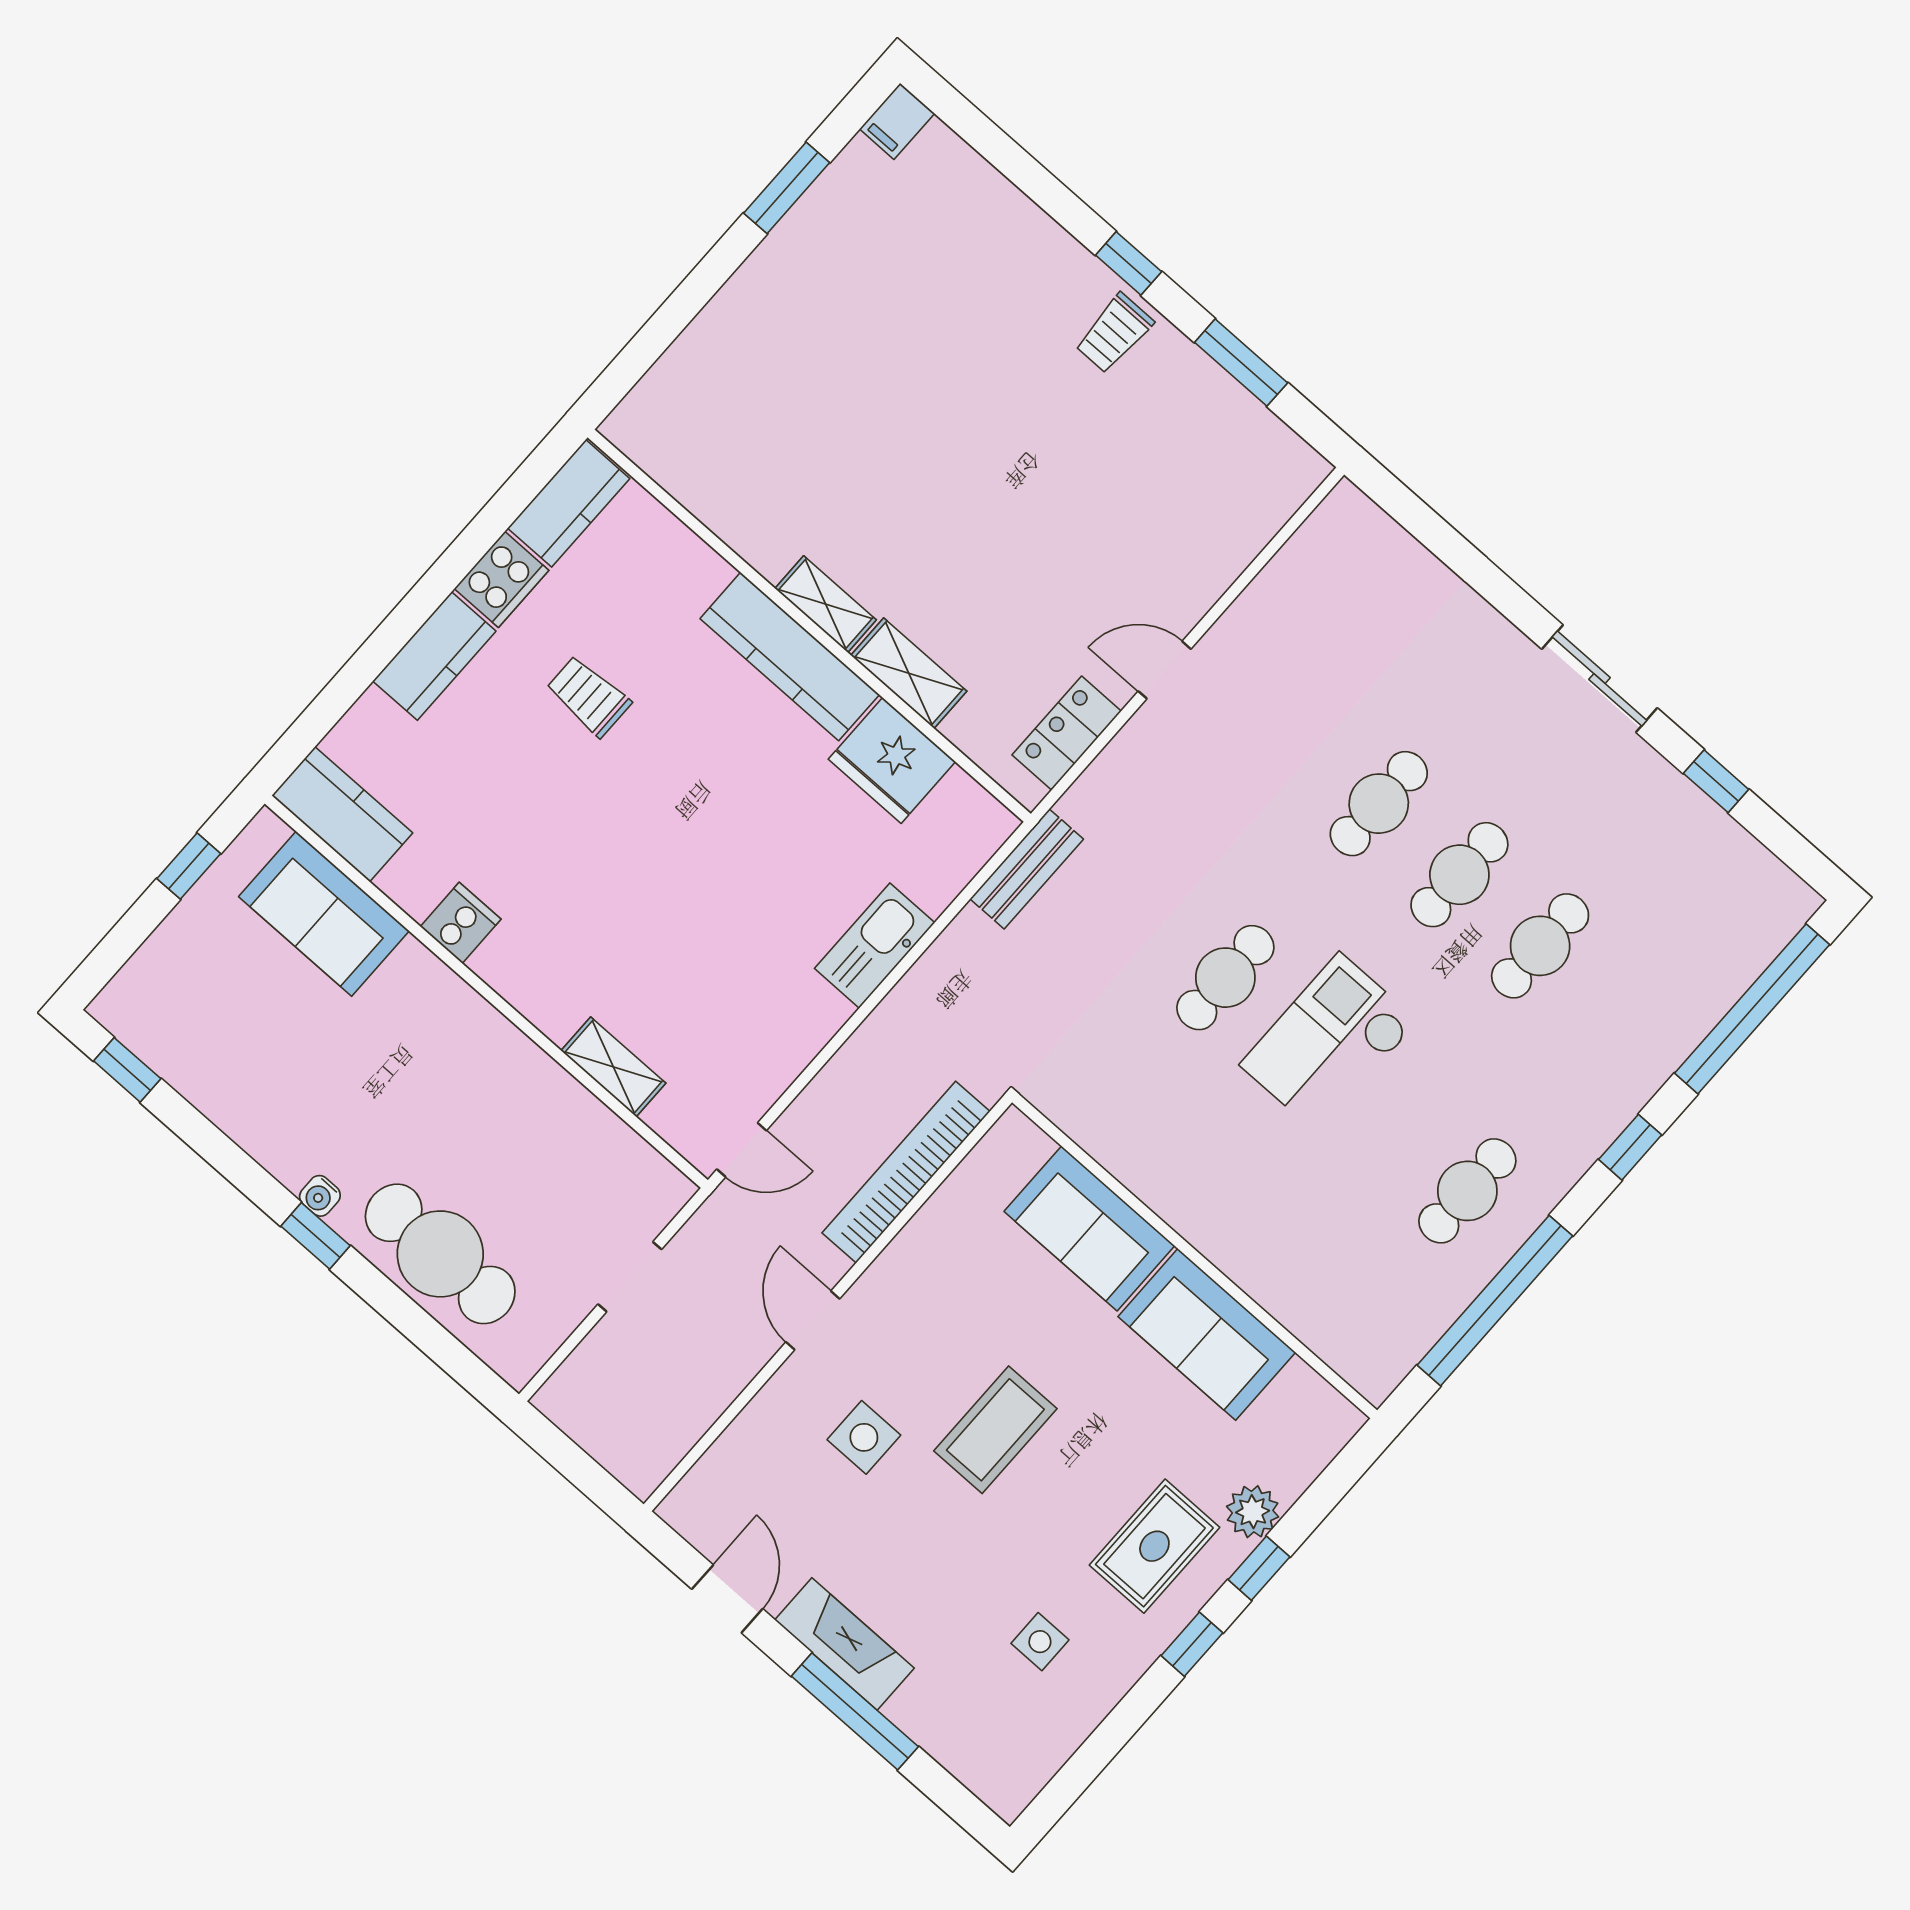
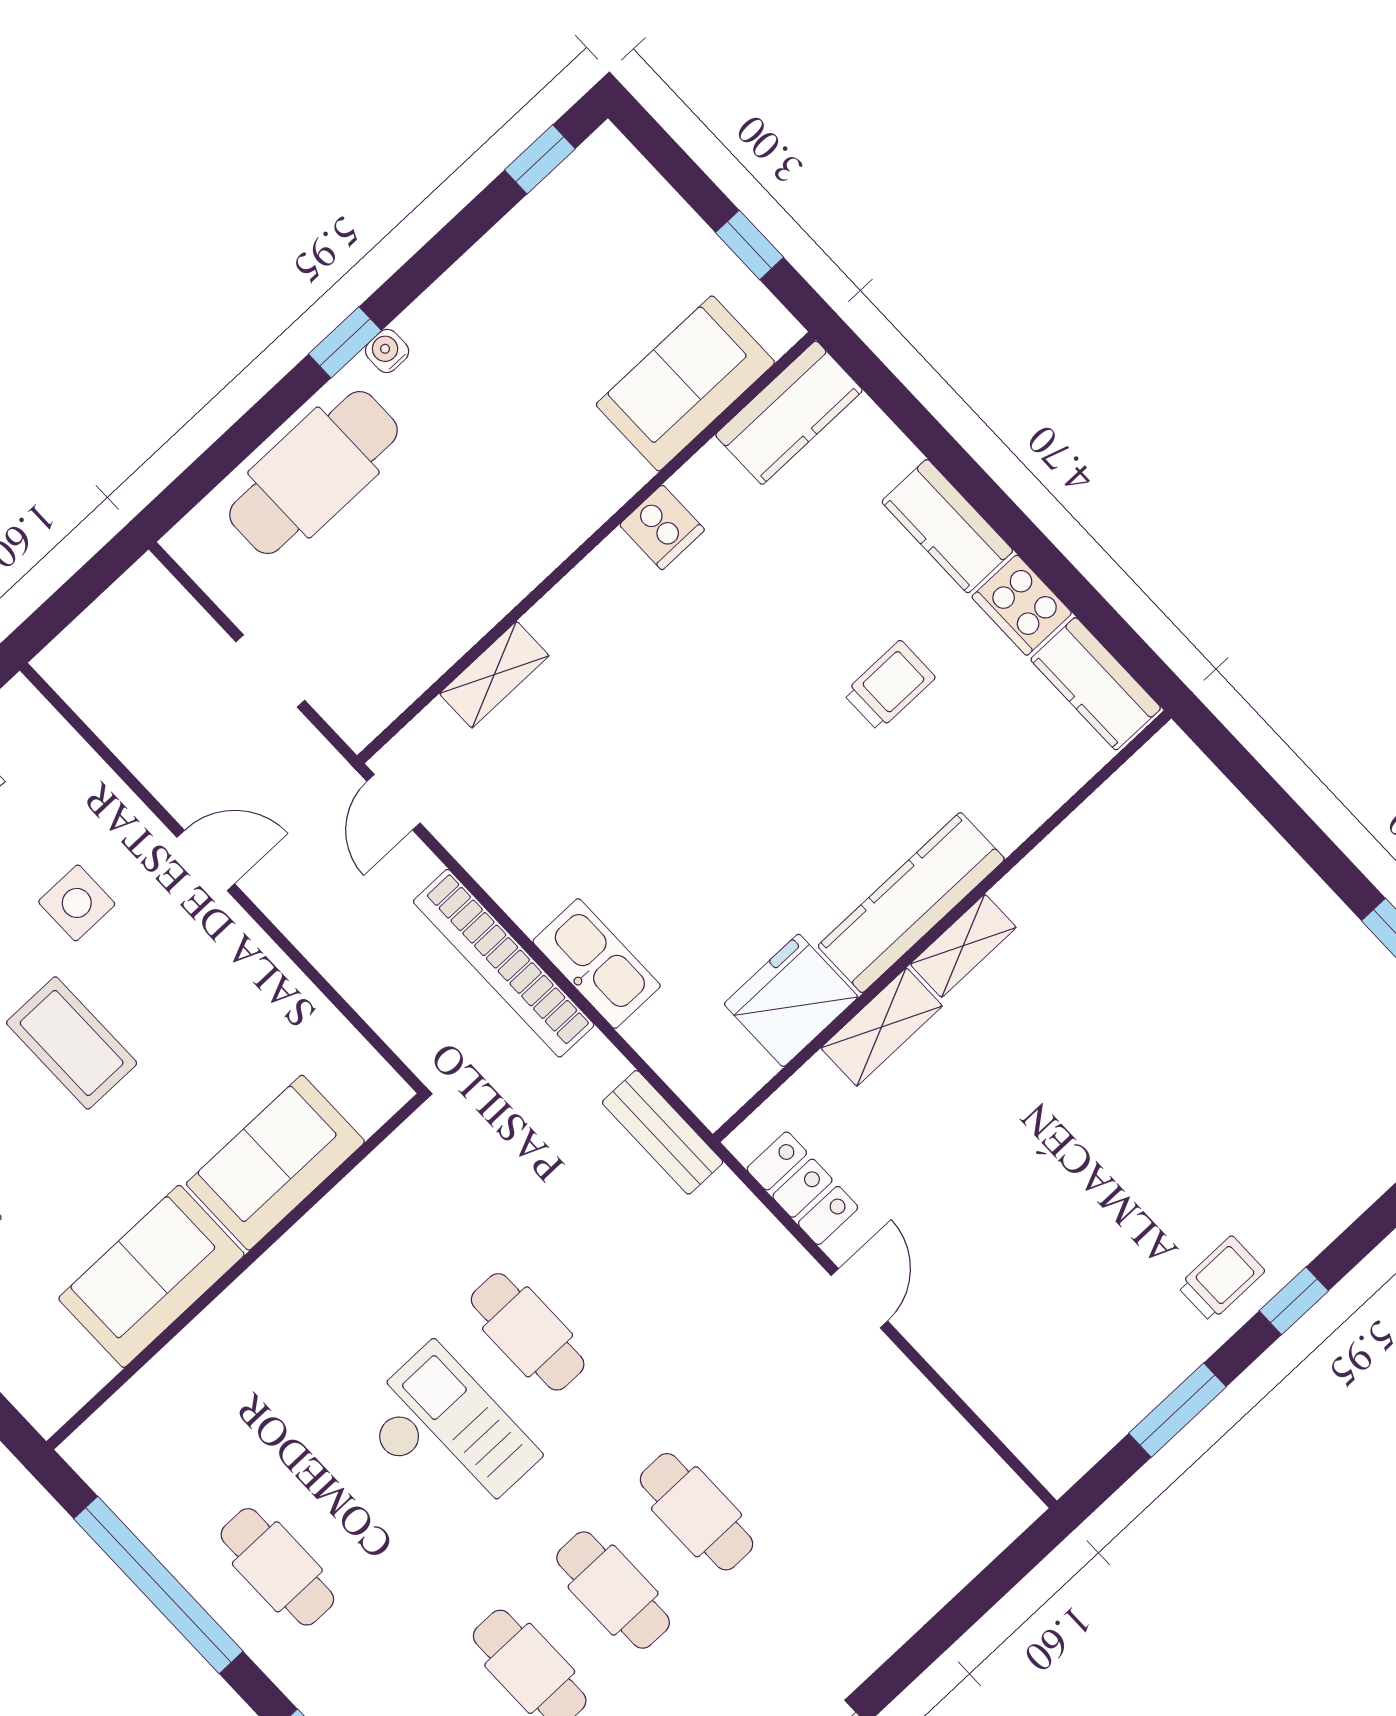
trolley: (1114, 333) -> (1221, 1279), turned 90
bookcase: (906, 1172) -> (504, 963), moved, turned 180

